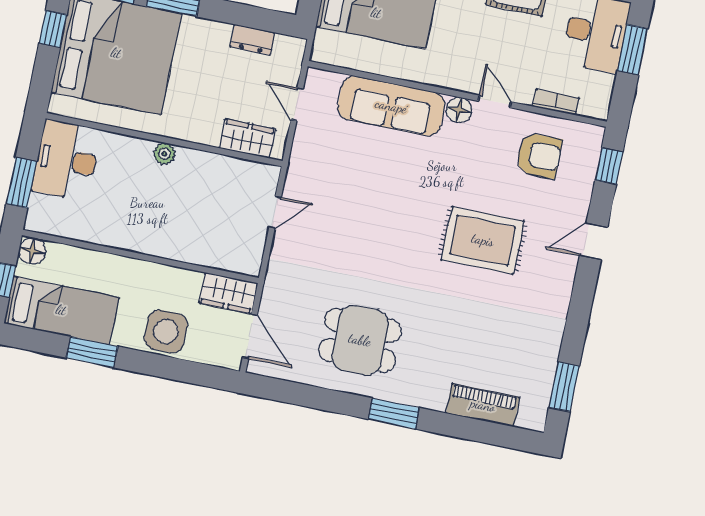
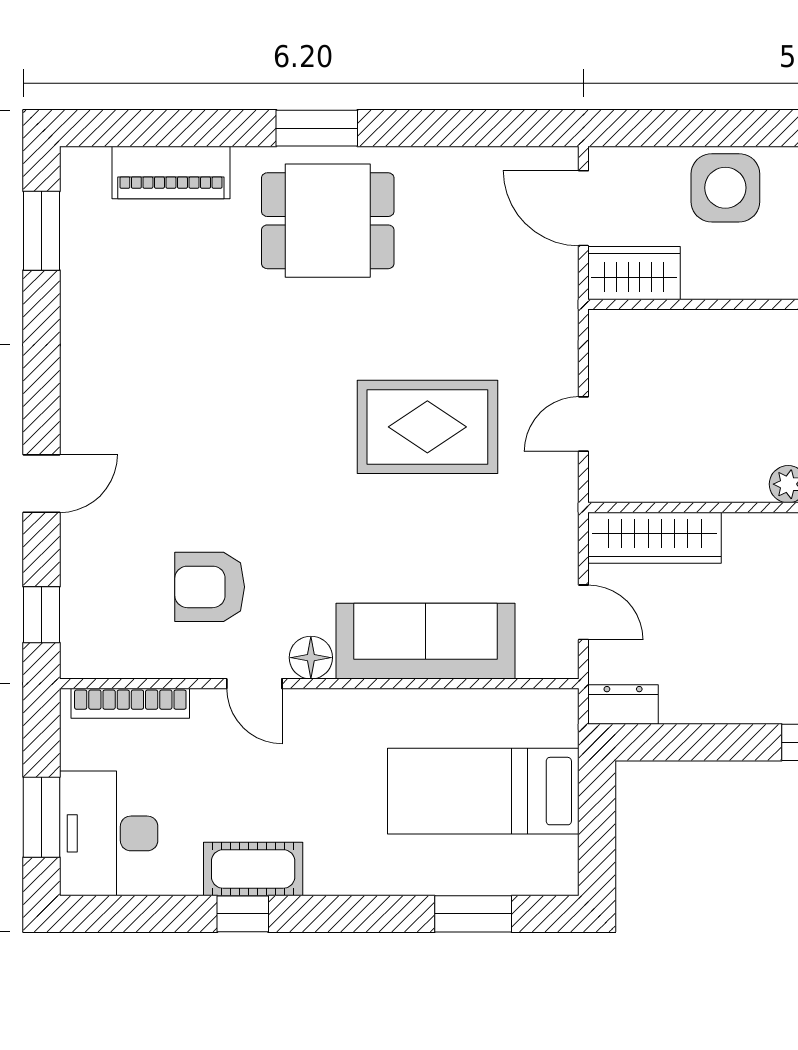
dresser: (252, 40) -> (623, 704), moved
bookcase: (556, 102) -> (130, 703), width x1.56
wardrobe: (247, 139) -> (655, 538), width x1.50
armchair: (539, 155) -> (210, 587), moved
rug: (483, 240) -> (427, 427), moved
dining table: (360, 340) -> (328, 221), moved

